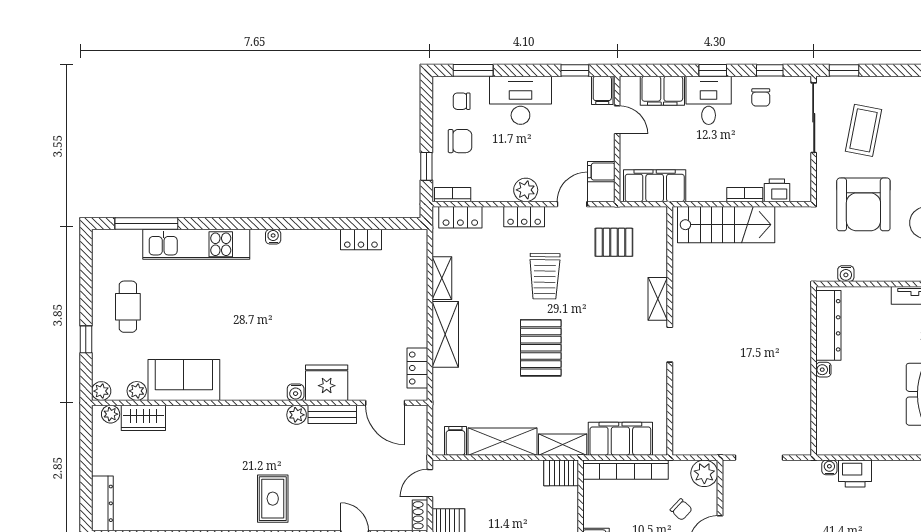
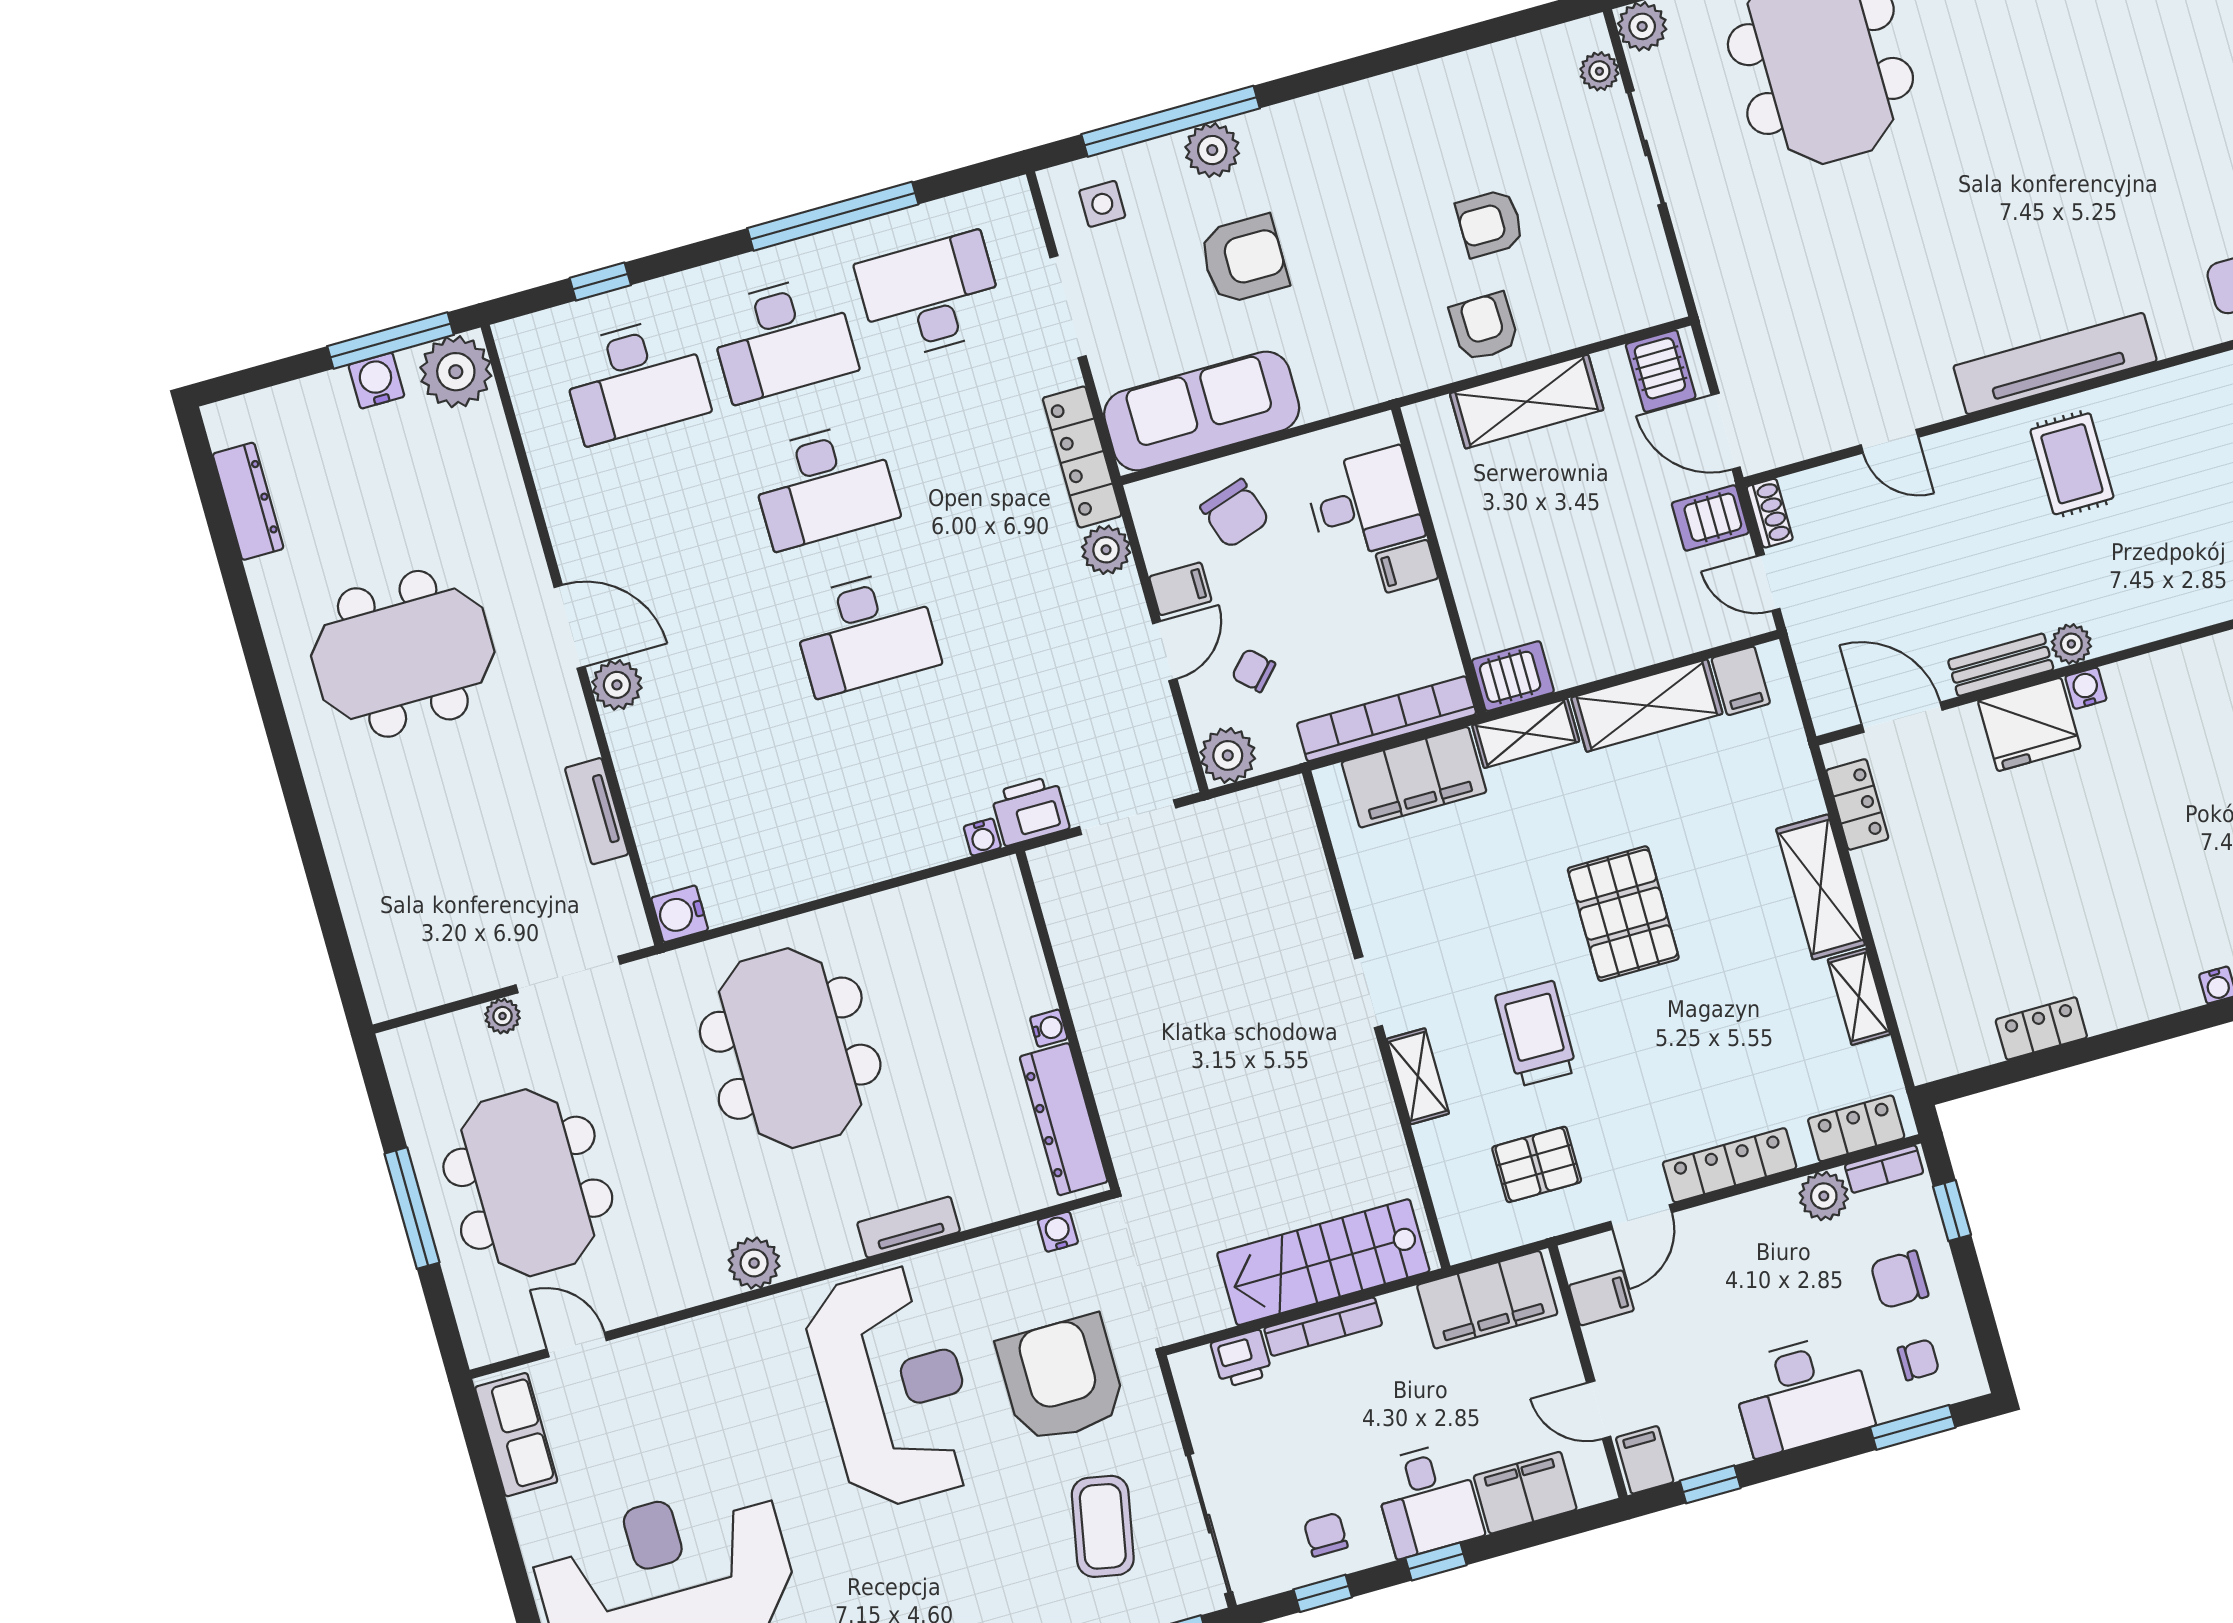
plant: (526, 190) -> (1824, 1196), moved
bookcase: (745, 195) -> (1323, 1327), width x1.56
locker: (524, 217) -> (1730, 1165), width x1.53
trolley: (545, 276) -> (1536, 1034), moved
printer: (855, 473) -> (1030, 811), moved
door: (430, 483) -> (1768, 582), swing flipped

